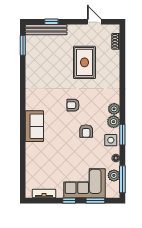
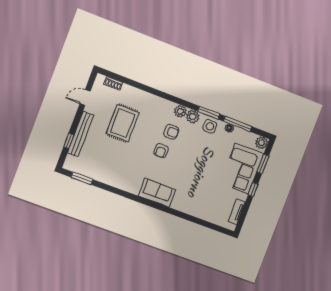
bench: (46, 30) -> (80, 134), moved
rug: (84, 62) -> (123, 123), turned 90
sofa: (34, 126) -> (157, 193), moved
armchair: (86, 131) -> (171, 132), moved
plant: (114, 175) -> (262, 143), moved
window: (122, 179) -> (238, 124), moved

